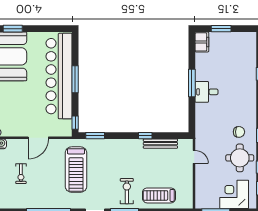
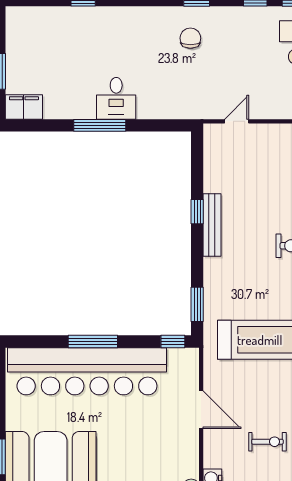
bench: (160, 144) -> (212, 225), moved
round table: (240, 158) -> (238, 37), removed

